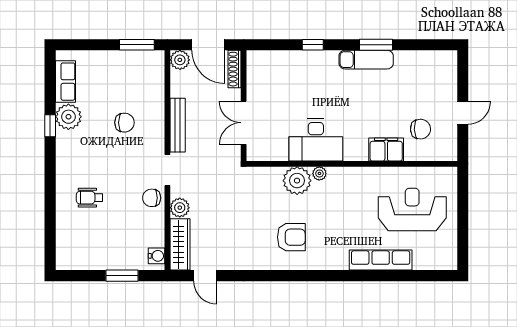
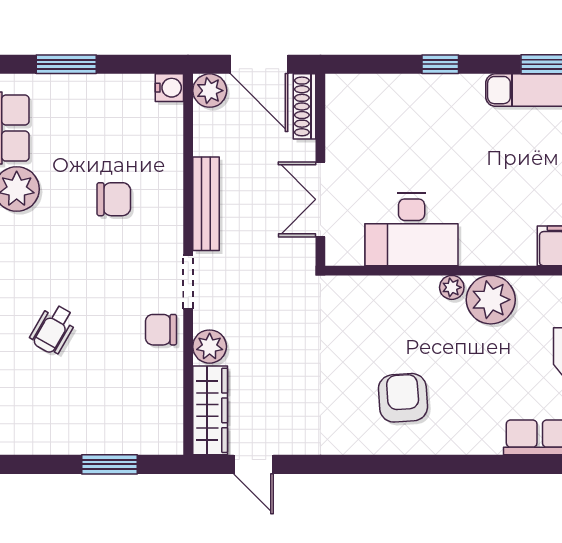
window: (137, 45) -> (66, 64), moved
desk: (316, 140) -> (412, 229), moved
plant: (297, 181) -> (491, 300), moved
wheelchair: (89, 198) -> (53, 329), turned -60
armchair: (291, 237) -> (403, 398), turned -94
water cooler: (157, 256) -> (169, 88), moved

